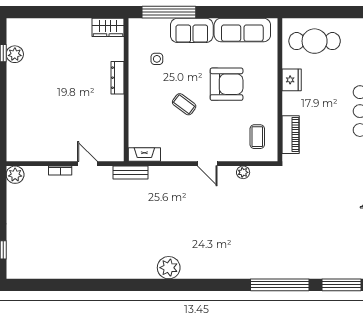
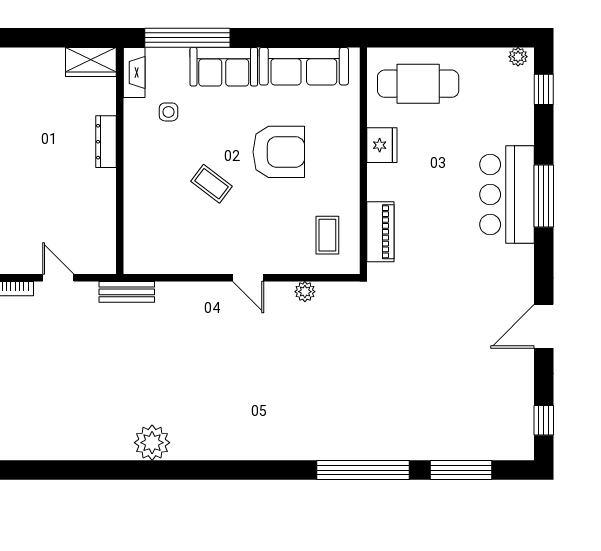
fireplace: (144, 155) -> (134, 72), moved, turned 90
plant: (169, 268) -> (152, 443), moved

